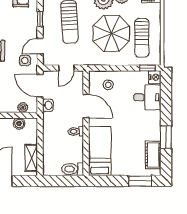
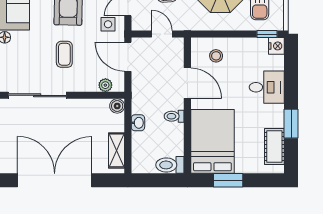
door: (66, 68) -> (162, 34), swing flipped
desk: (147, 97) -> (267, 87), moved
washbasin: (48, 105) -> (138, 123), moved
boiler: (19, 124) -> (117, 106), moved
bed: (100, 151) -> (212, 141), width x1.50
window: (140, 181) -> (228, 180), moved

